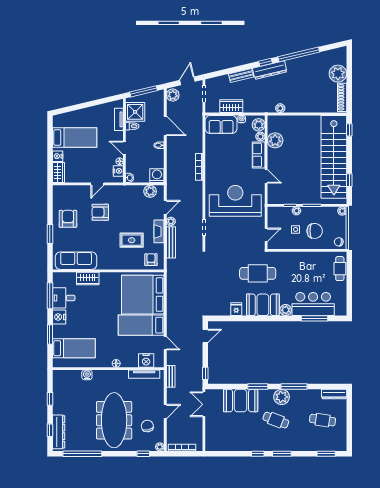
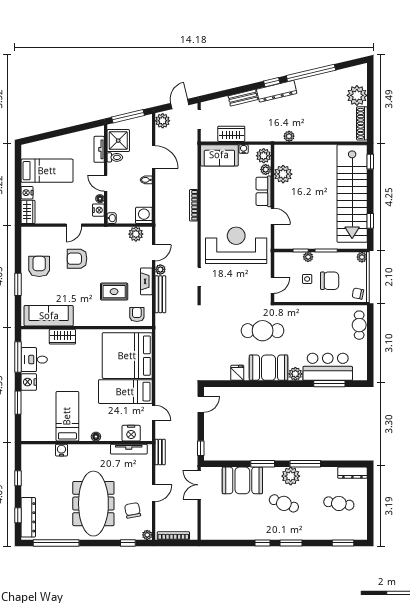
bed: (74, 348) -> (67, 416), moved, turned -90

